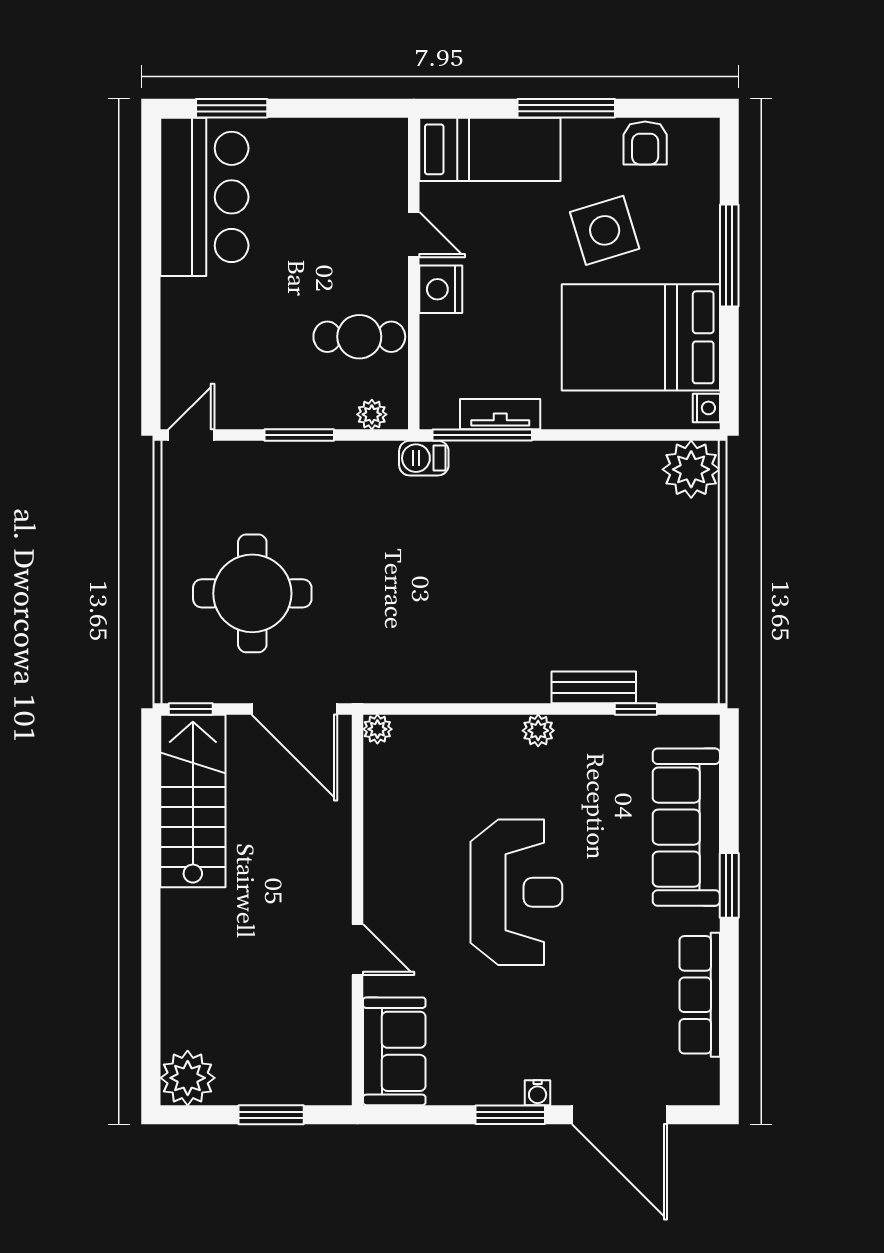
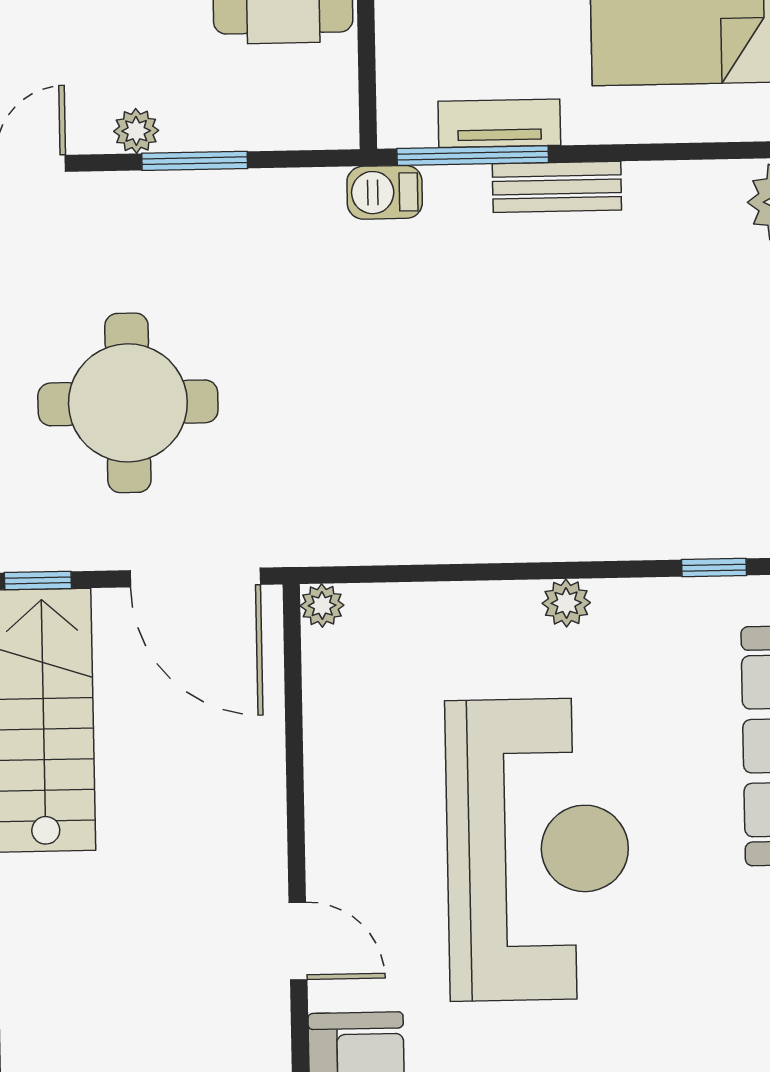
plant: (372, 414) -> (136, 131), moved
bench: (594, 687) -> (557, 187), moved
reception desk: (516, 892) -> (538, 849), width x1.36, depth x1.30

